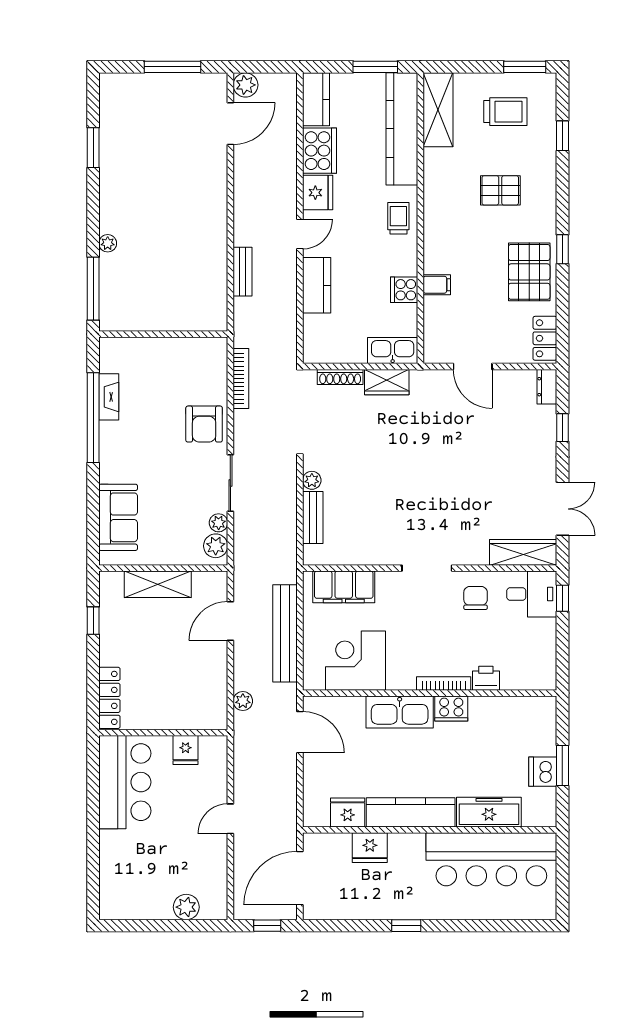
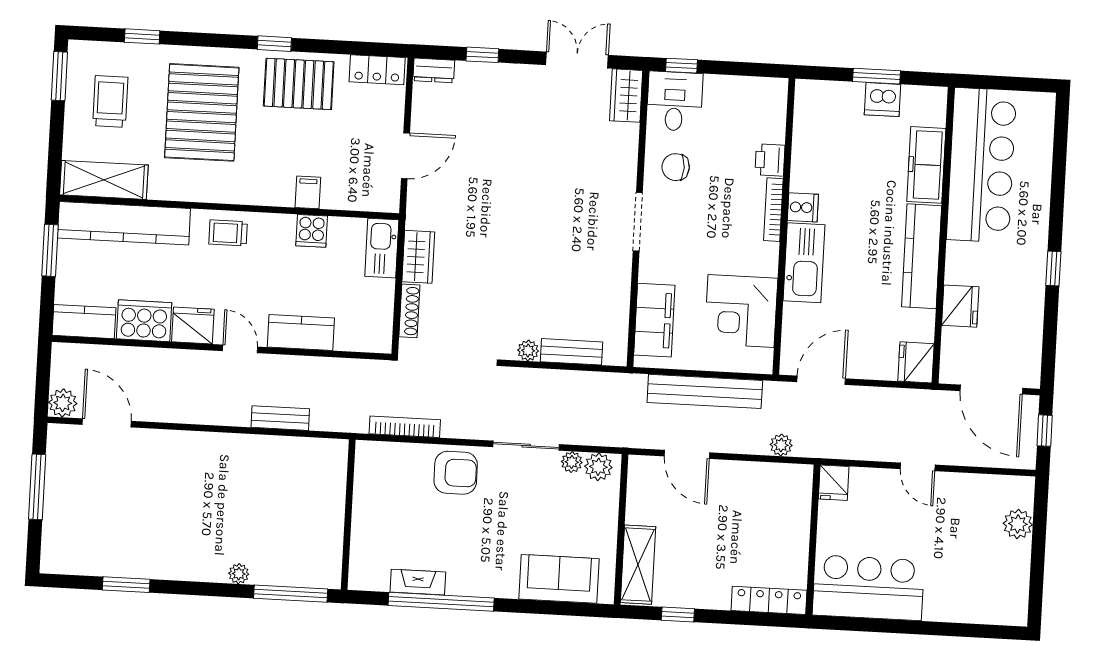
pallet: (500, 190) -> (202, 112), width x2.05, depth x2.00
wardrobe: (523, 552) -> (626, 96), width x0.67
shelving: (158, 584) -> (638, 565), moved
cooker: (451, 709) -> (803, 207), width x0.73
fridge: (185, 750) -> (834, 483), moved, turned 90
fridge: (348, 813) -> (916, 362), moved

